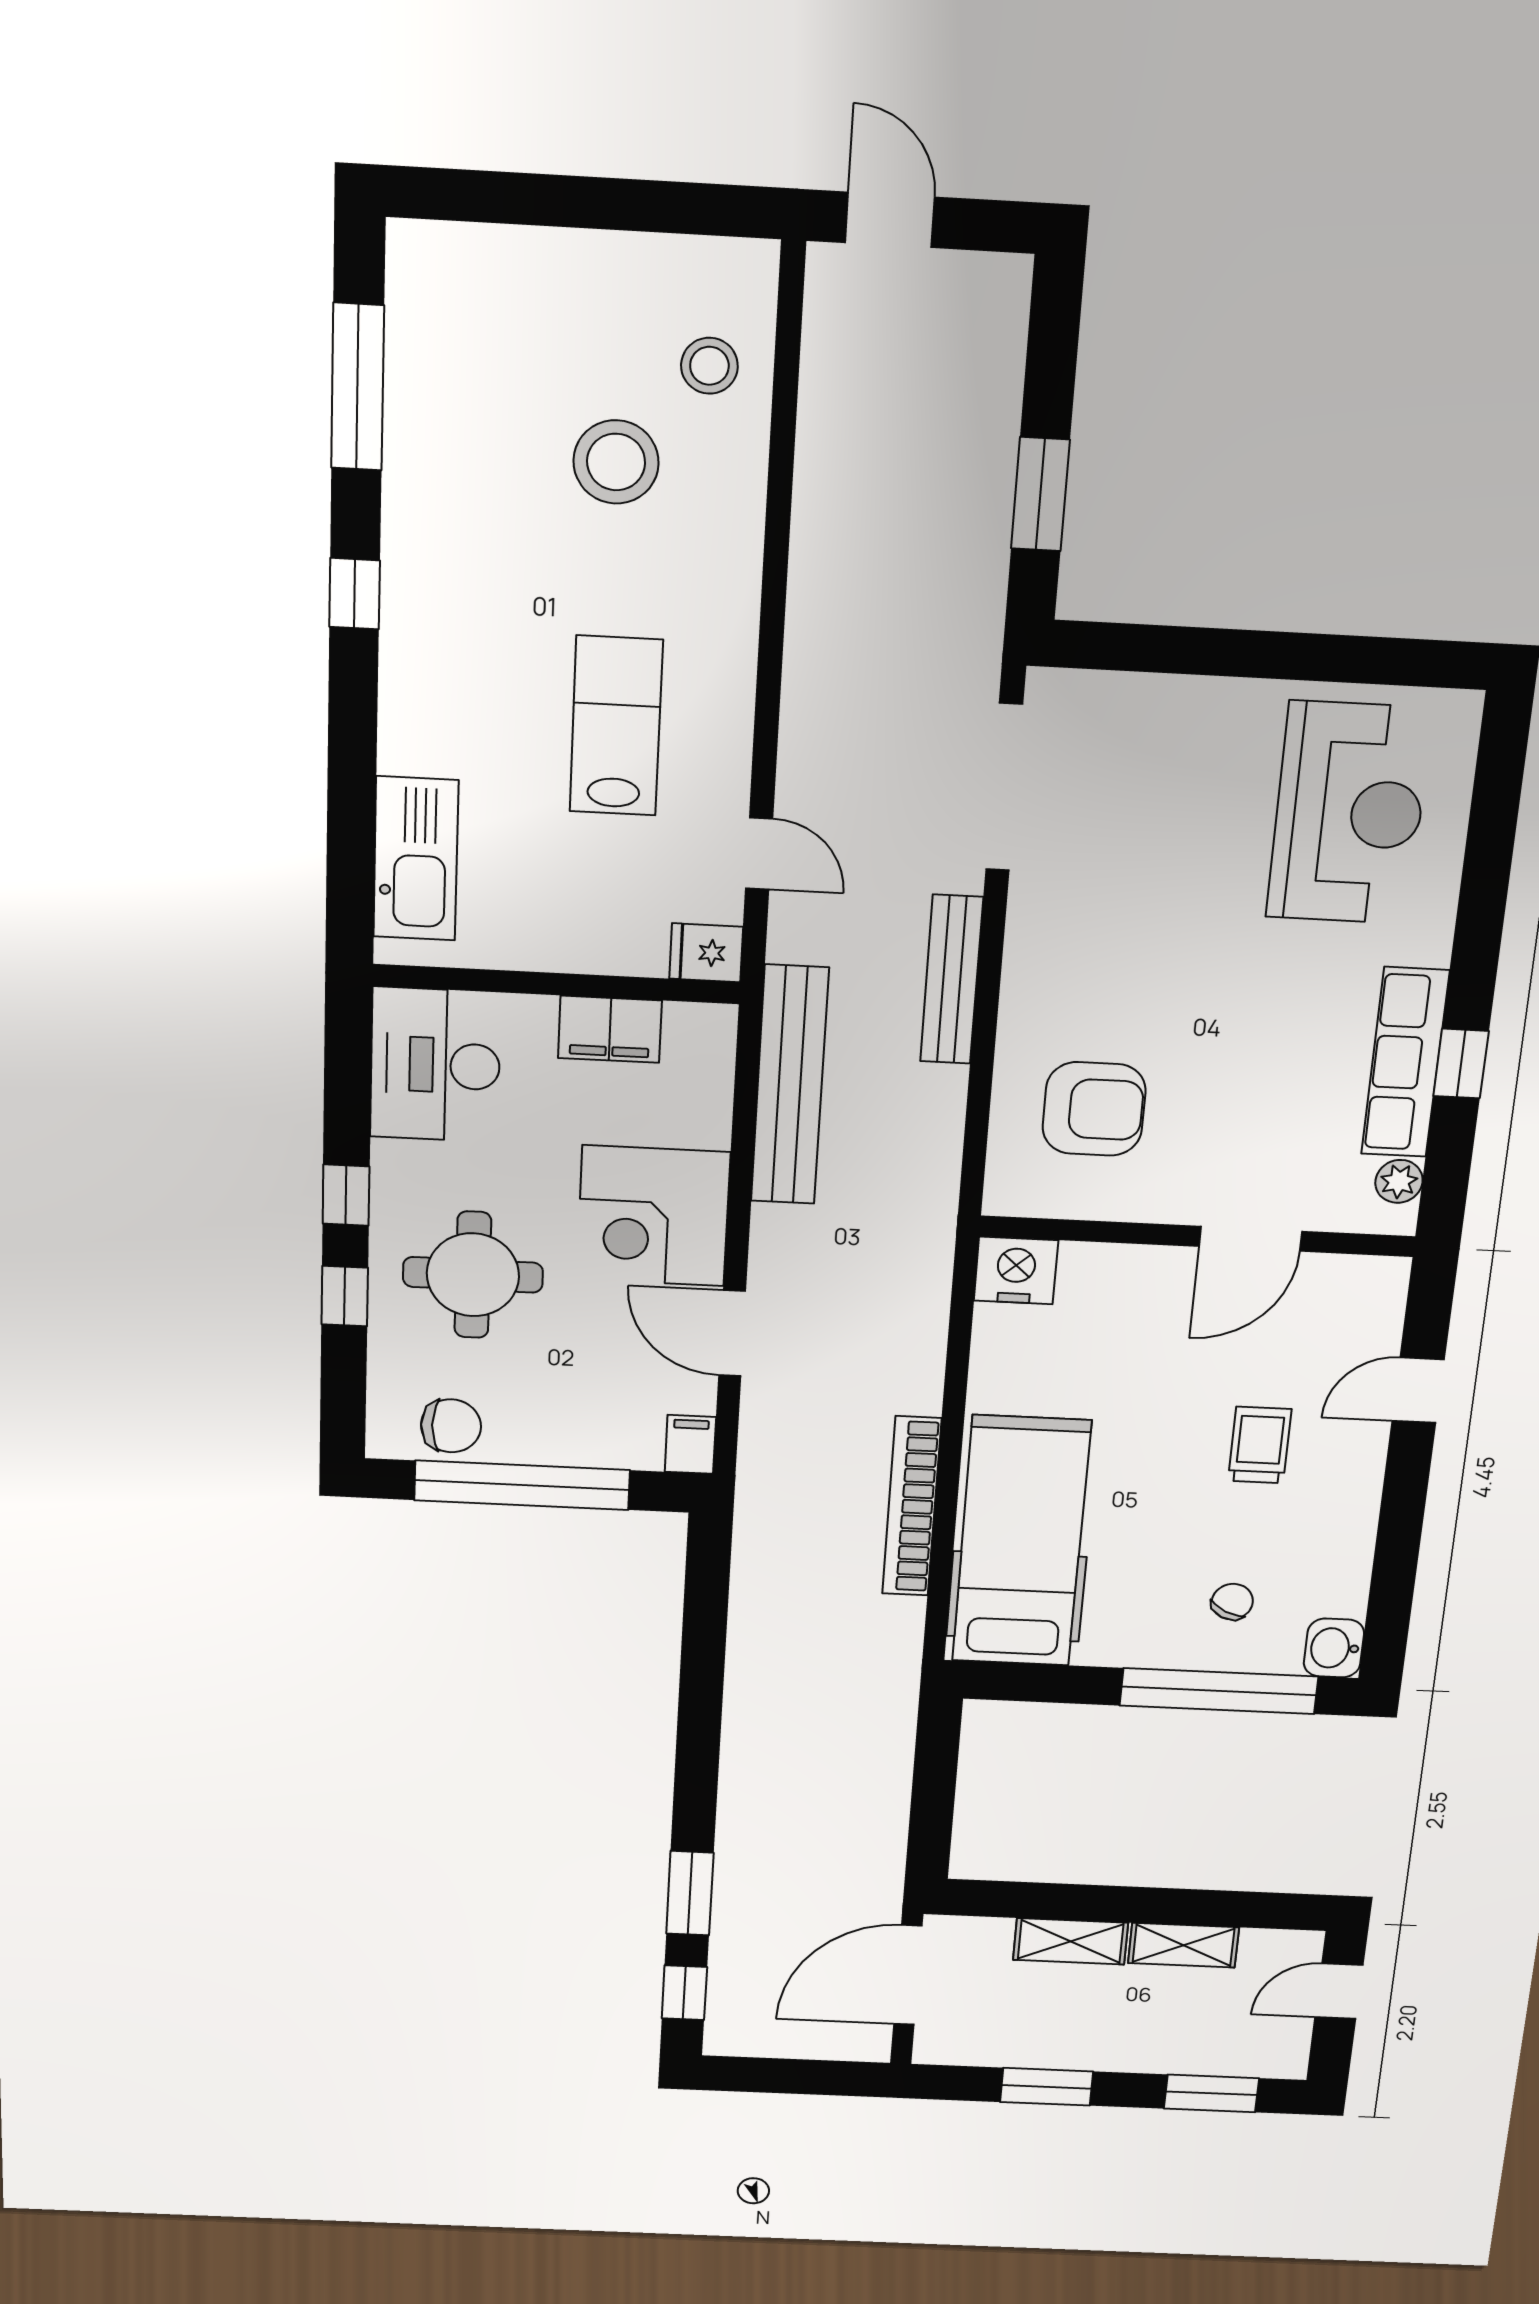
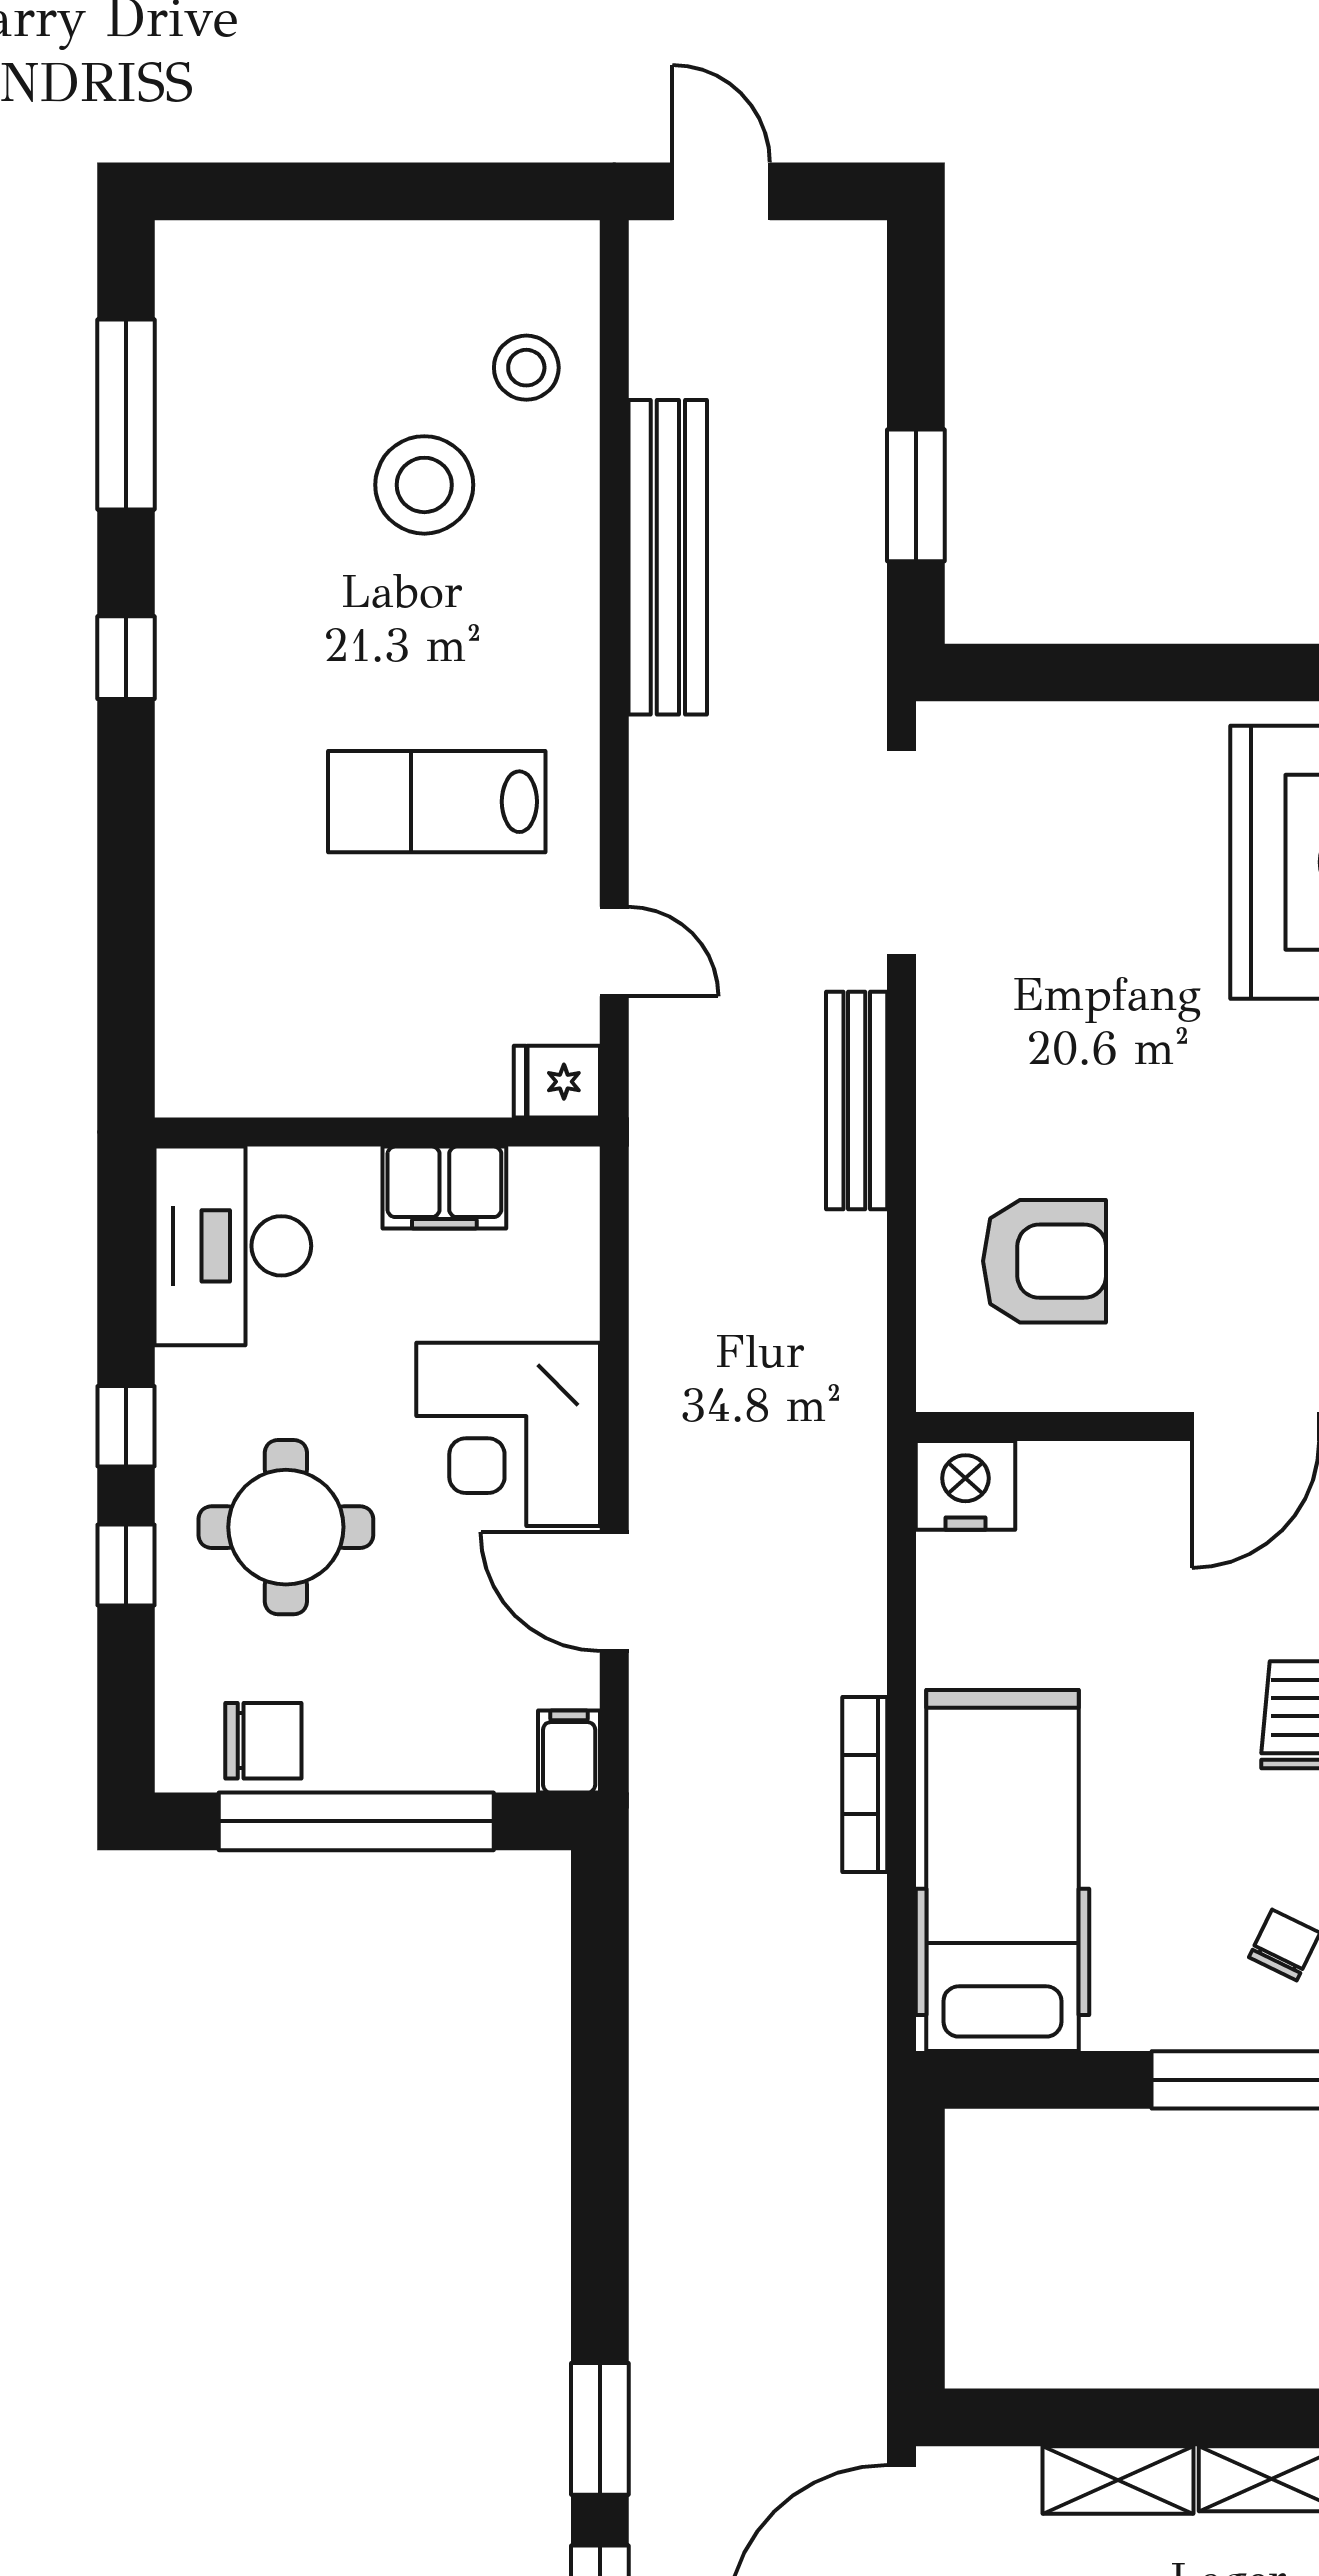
lab bench: (616, 726) -> (437, 802), turned -90
kitchen sink: (416, 859) -> (204, 980), removed
bench: (790, 1085) -> (668, 557), moved
bookcase: (912, 1506) -> (865, 1785), width x0.68, depth x0.76

